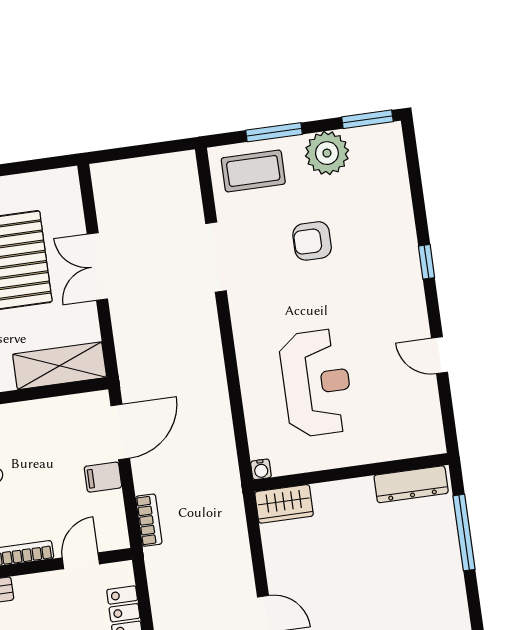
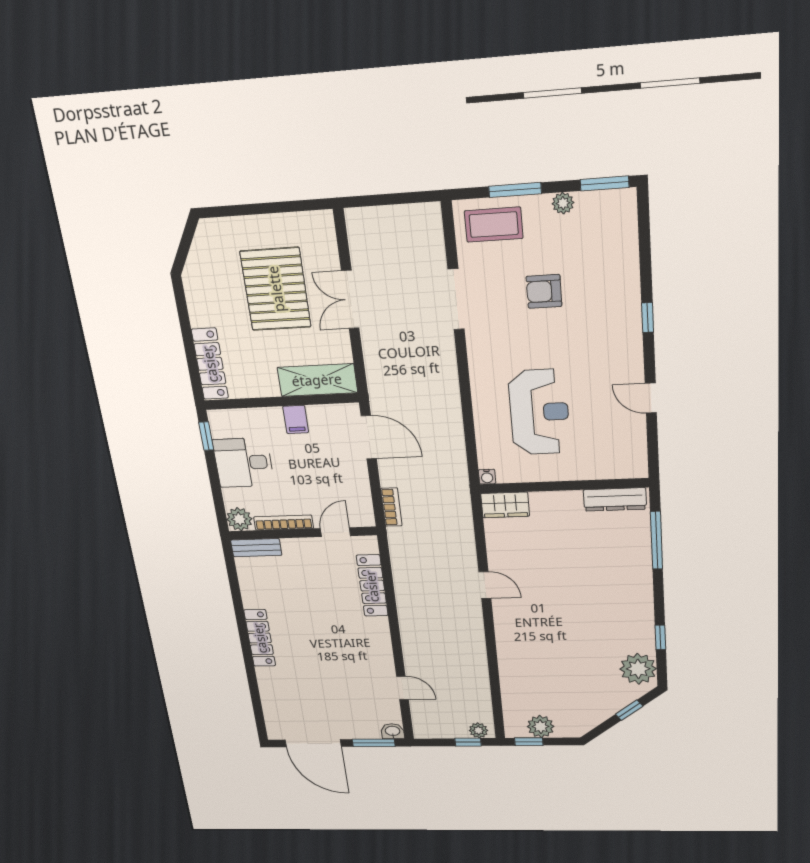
plant: (327, 153) -> (563, 203), width x0.53, depth x0.53
door: (120, 432) -> (369, 437), hinge flipped
filing cabinet: (103, 477) -> (296, 419), moved, turned -90

